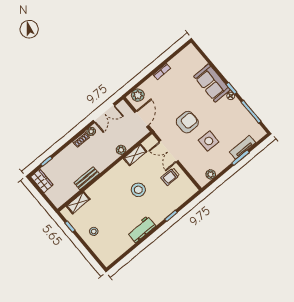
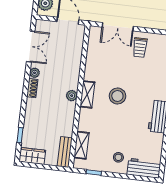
plant: (121, 150) -> (72, 96), moved
shelving: (135, 155) -> (87, 94), moved
bench: (87, 178) -> (65, 152), moved
stool: (138, 190) -> (117, 96), moved
workbench: (103, 253) -> (144, 168), added

